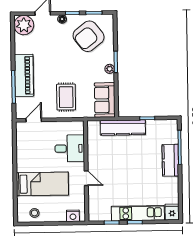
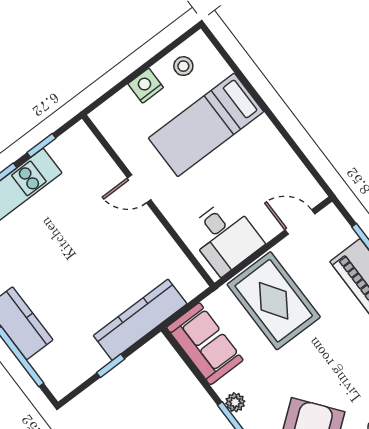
rug: (66, 97) -> (274, 301), width x1.36, depth x1.43
door: (34, 120) -> (300, 222), swing flipped
desk: (70, 148) -> (225, 237), moved, turned -90
nightstand: (73, 216) -> (146, 86), moved

